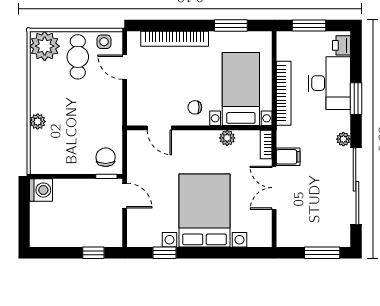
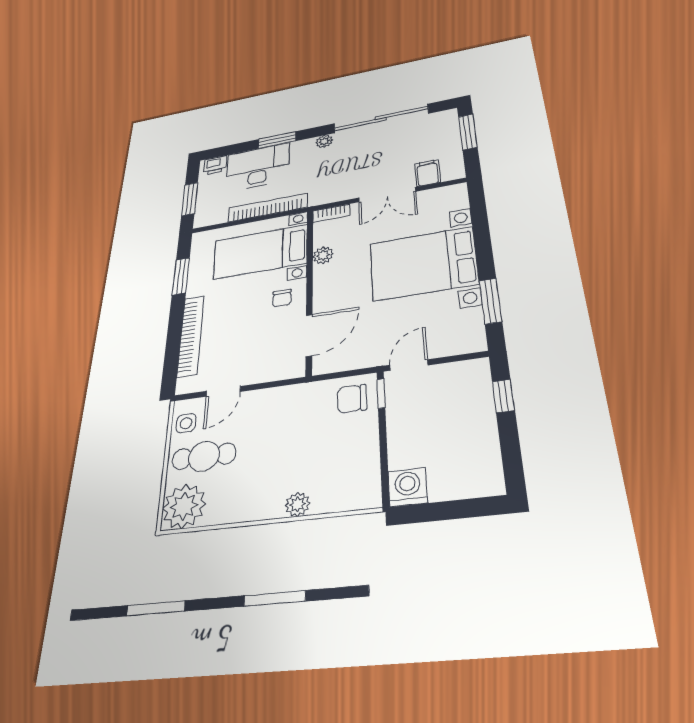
door: (159, 128) -> (309, 335), width x1.38
filing cabinet: (288, 157) -> (428, 173), moved
window: (165, 253) -> (491, 301), width x1.50

